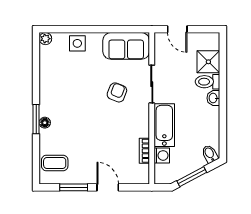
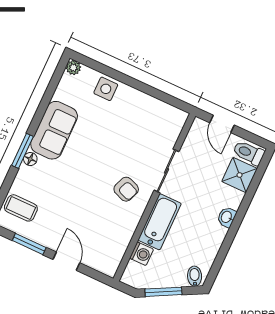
sofa: (126, 46) -> (54, 130), moved, turned -90
toilet: (207, 82) -> (249, 153), moved
armchair: (117, 92) -> (126, 189), moved, turned 89
bookcase: (144, 151) -> (125, 240), removed

